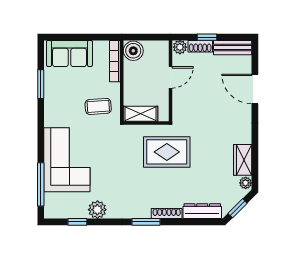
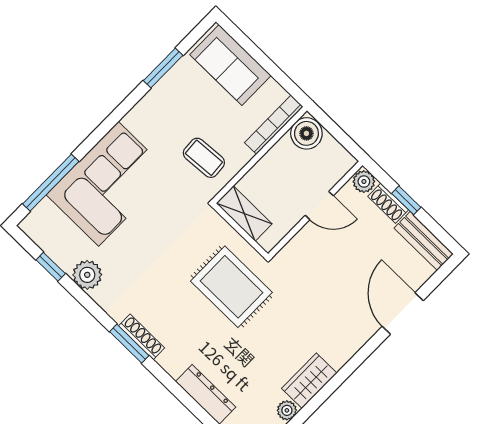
shoe rack: (167, 214) -> (142, 337), moved

